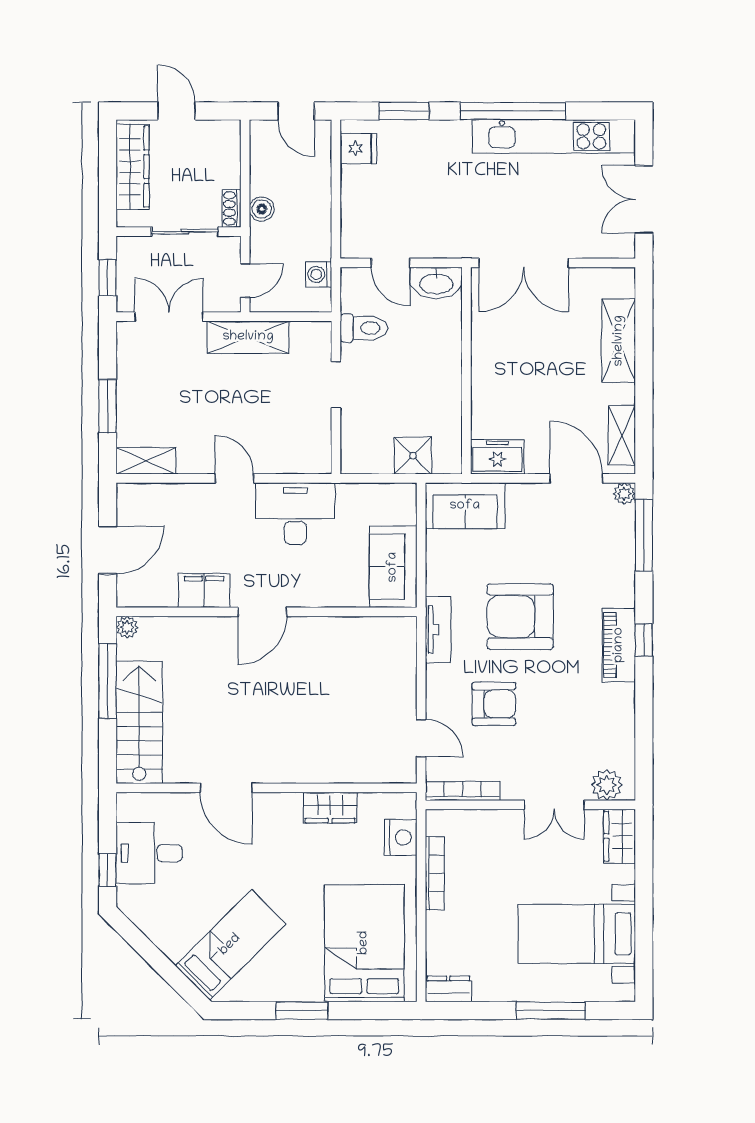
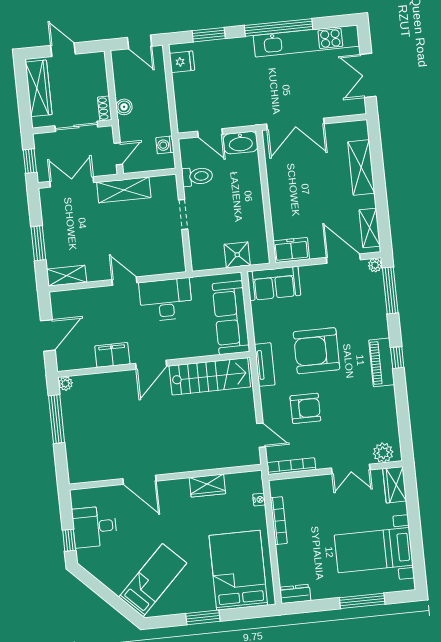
sofa: (393, 567) -> (231, 318), width x1.36
stairs: (139, 722) -> (210, 376), moved, turned 90
nightstand: (401, 837) -> (259, 500), width x0.53, depth x0.56

